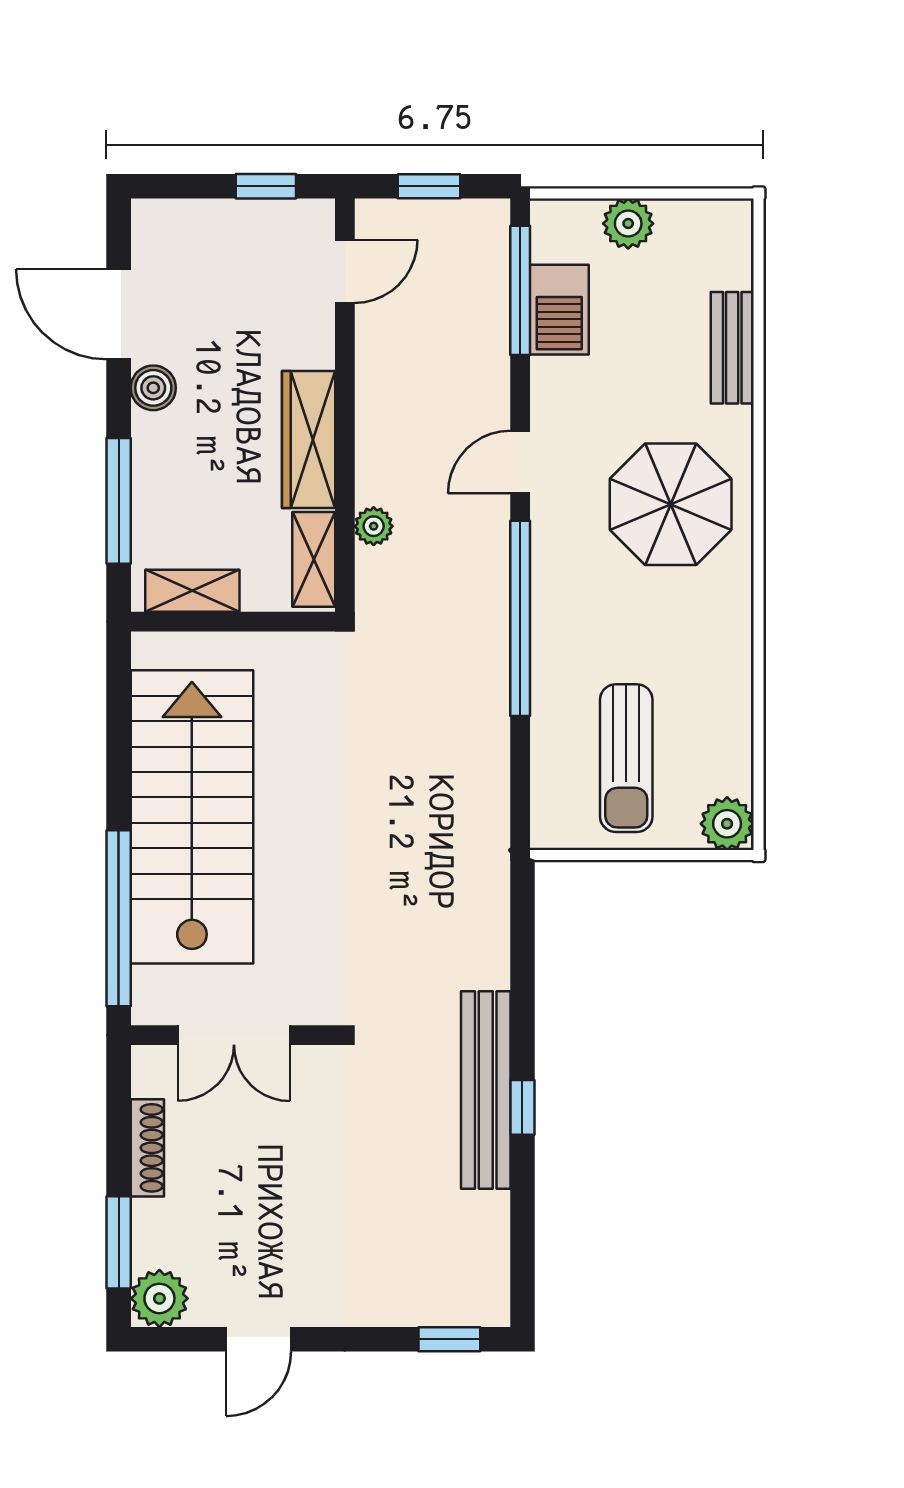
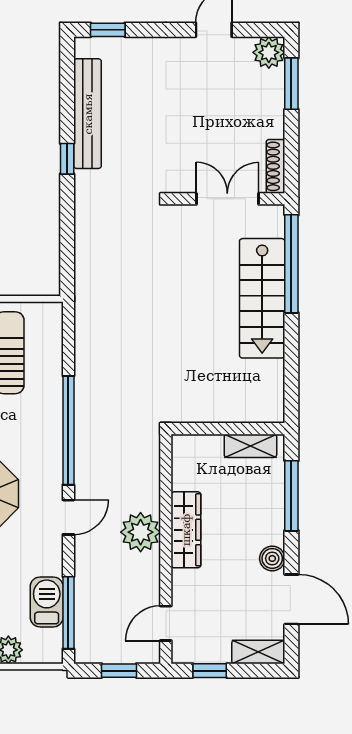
plant: (374, 526) -> (141, 532), moved, width x1.88, depth x1.88
shelving: (314, 559) -> (258, 652), moved, turned 90
stairs: (192, 817) -> (262, 298), width x0.73, depth x0.66
bench: (486, 1090) -> (88, 114), moved
shoe rack: (147, 1148) -> (275, 166), moved

